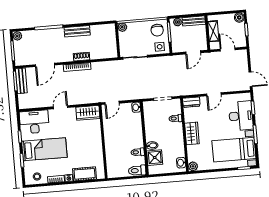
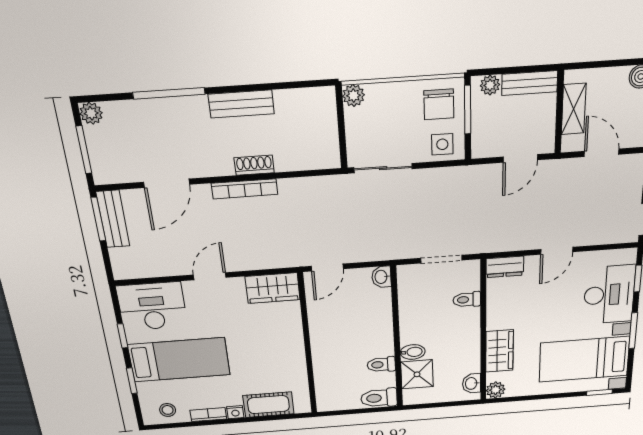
wardrobe: (192, 133) -> (499, 351), moved

